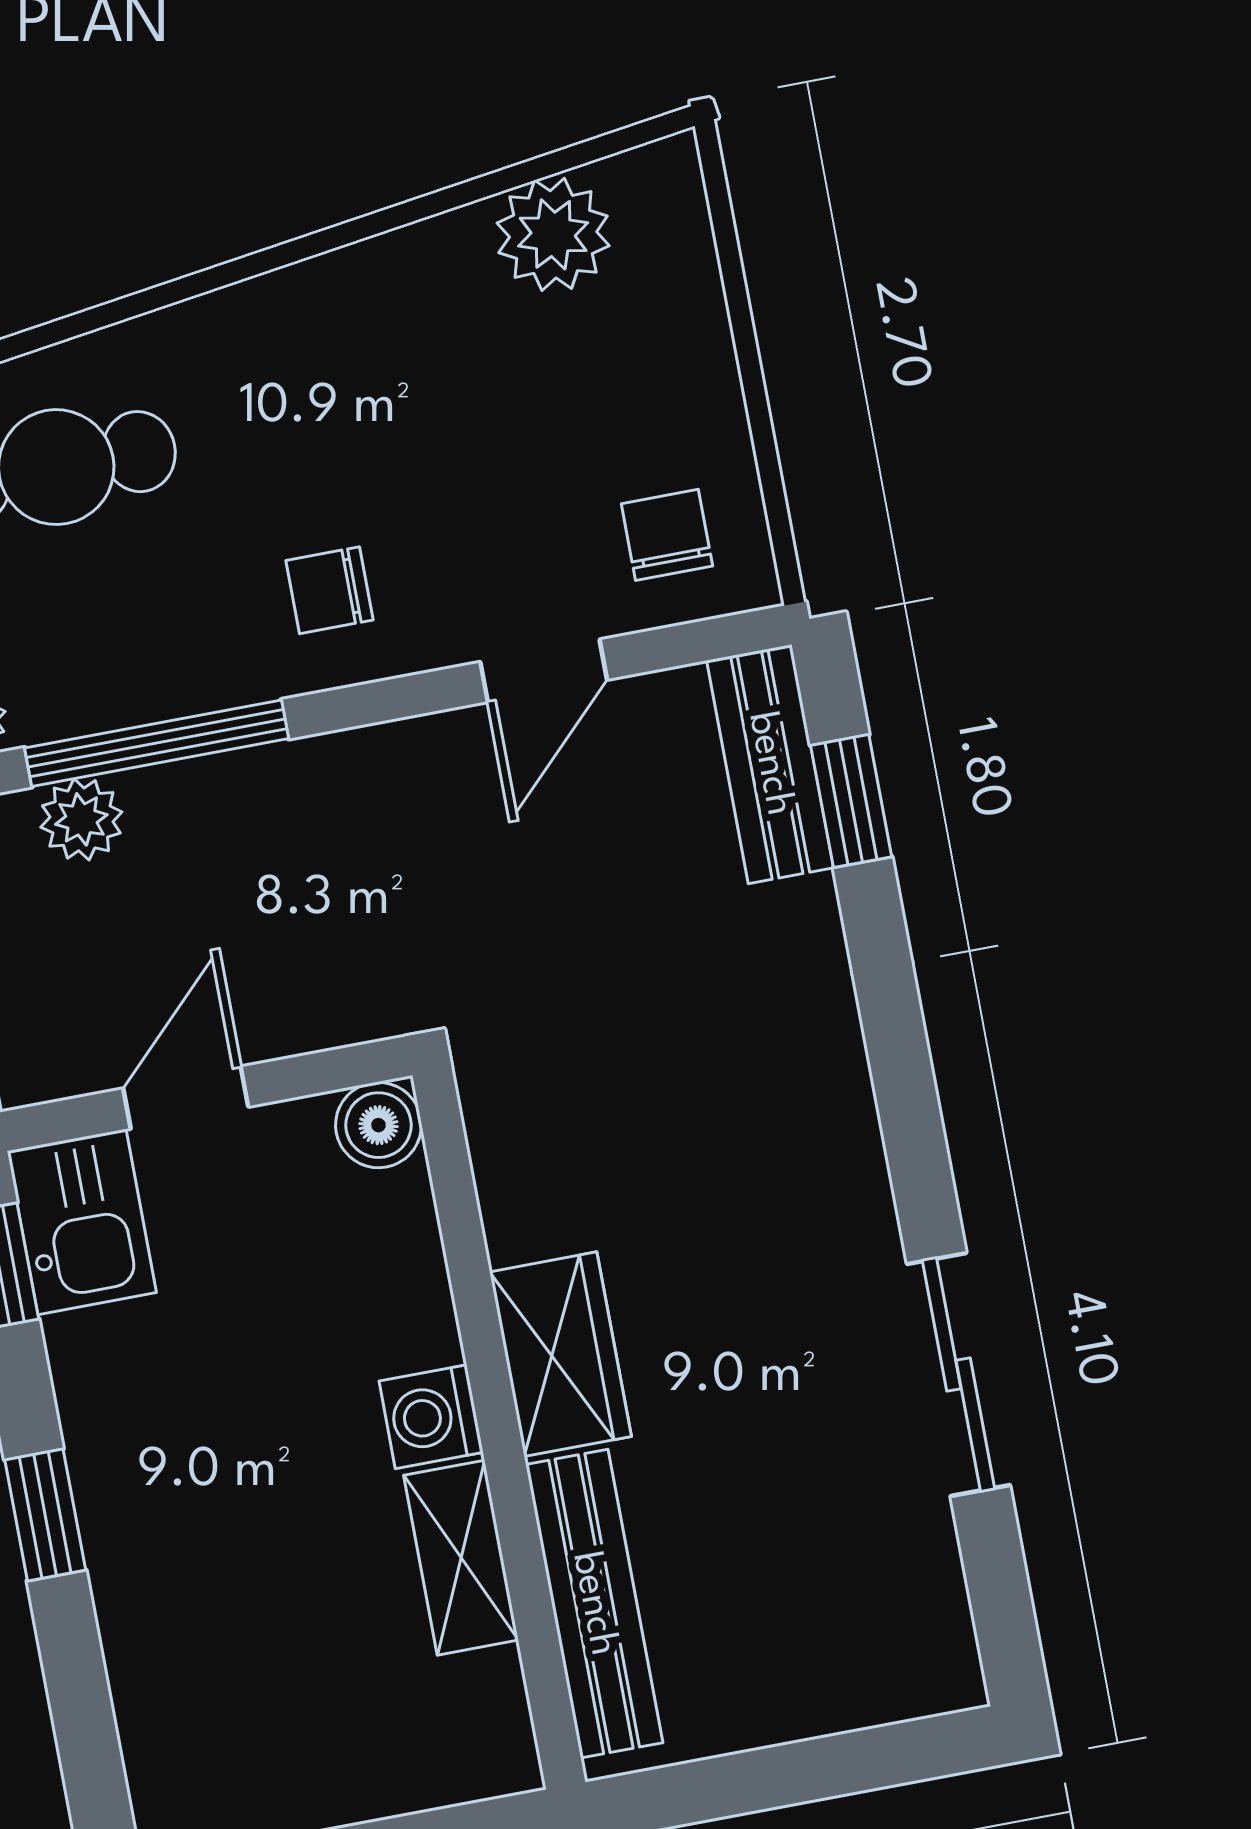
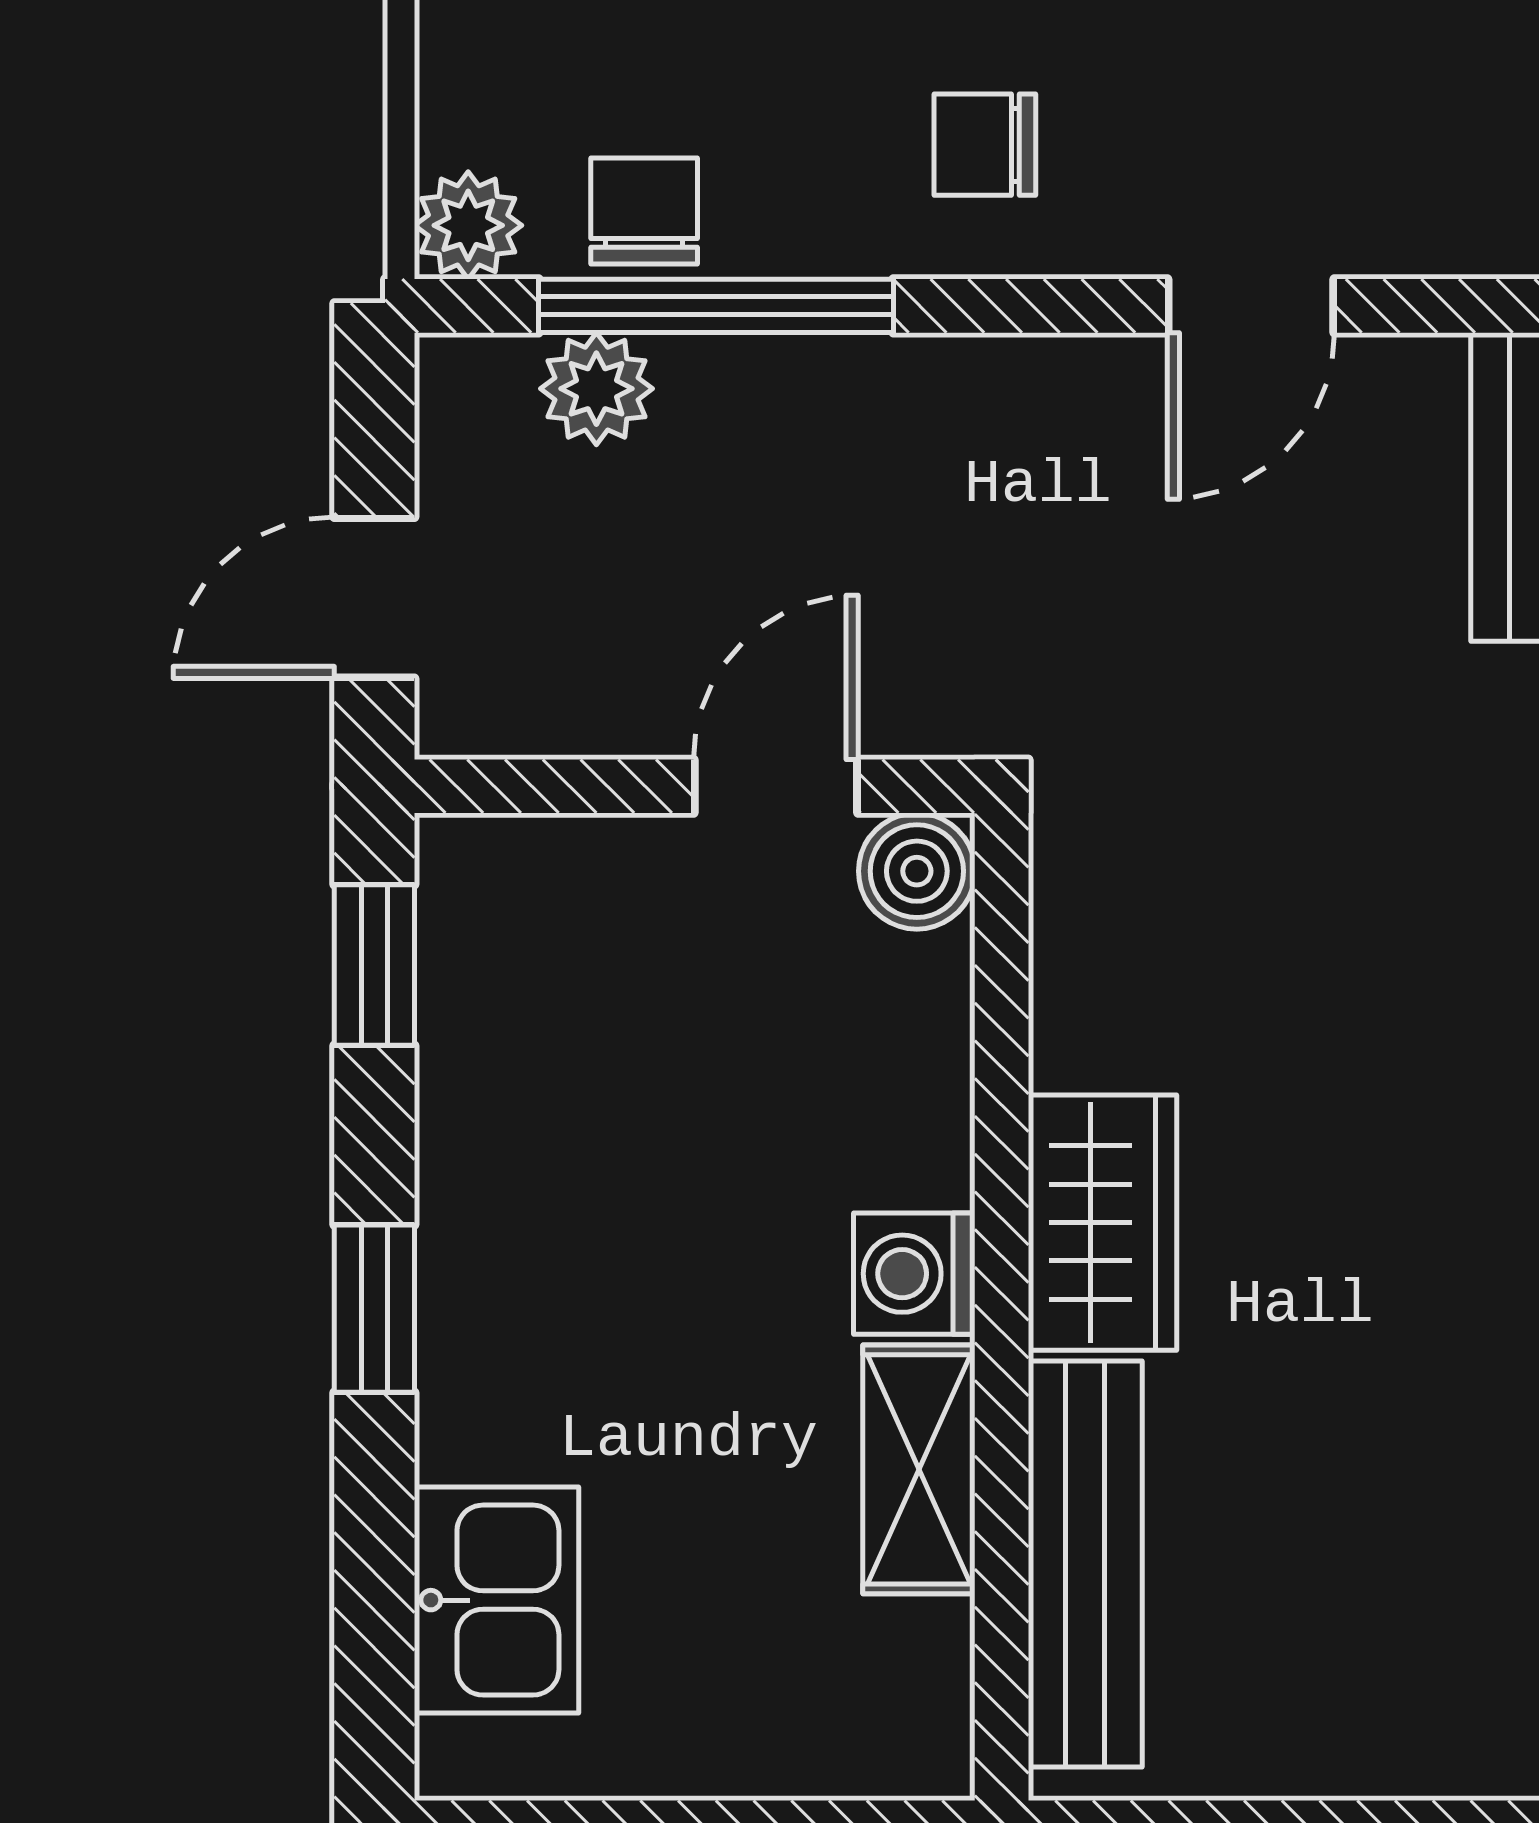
chair: (667, 535) -> (644, 211), moved
door: (186, 1098) -> (776, 786), moved
kitchen sink: (82, 1222) -> (496, 1600), moved

